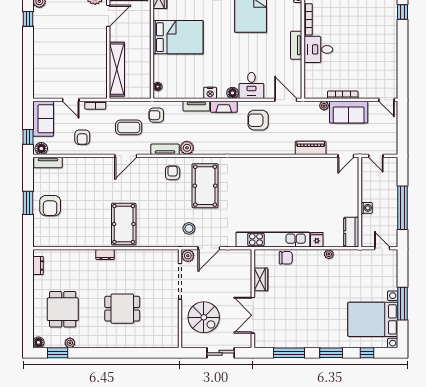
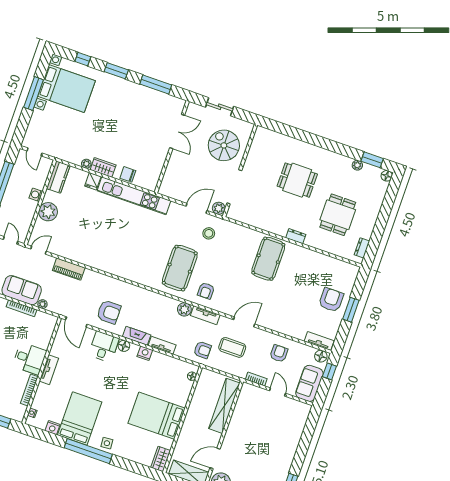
plant: (349, 196) -> (48, 212), added
wardrobe: (261, 279) -> (103, 167), moved, turned 90
dining table: (63, 309) -> (338, 215), moved

